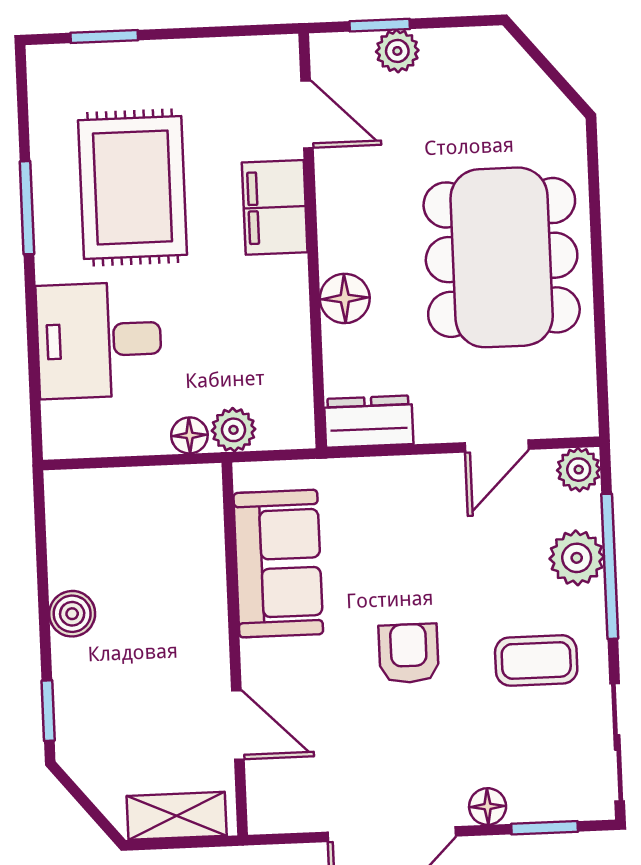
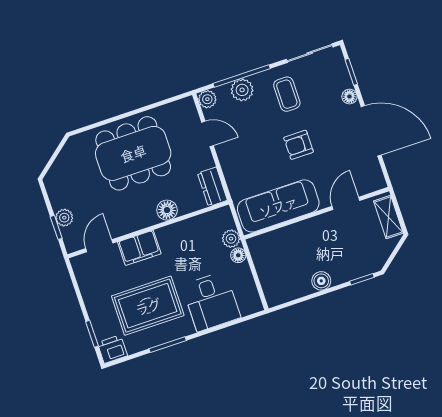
printer: (54, 74) -> (112, 349), added
sofa: (278, 564) -> (278, 206), width x1.36

